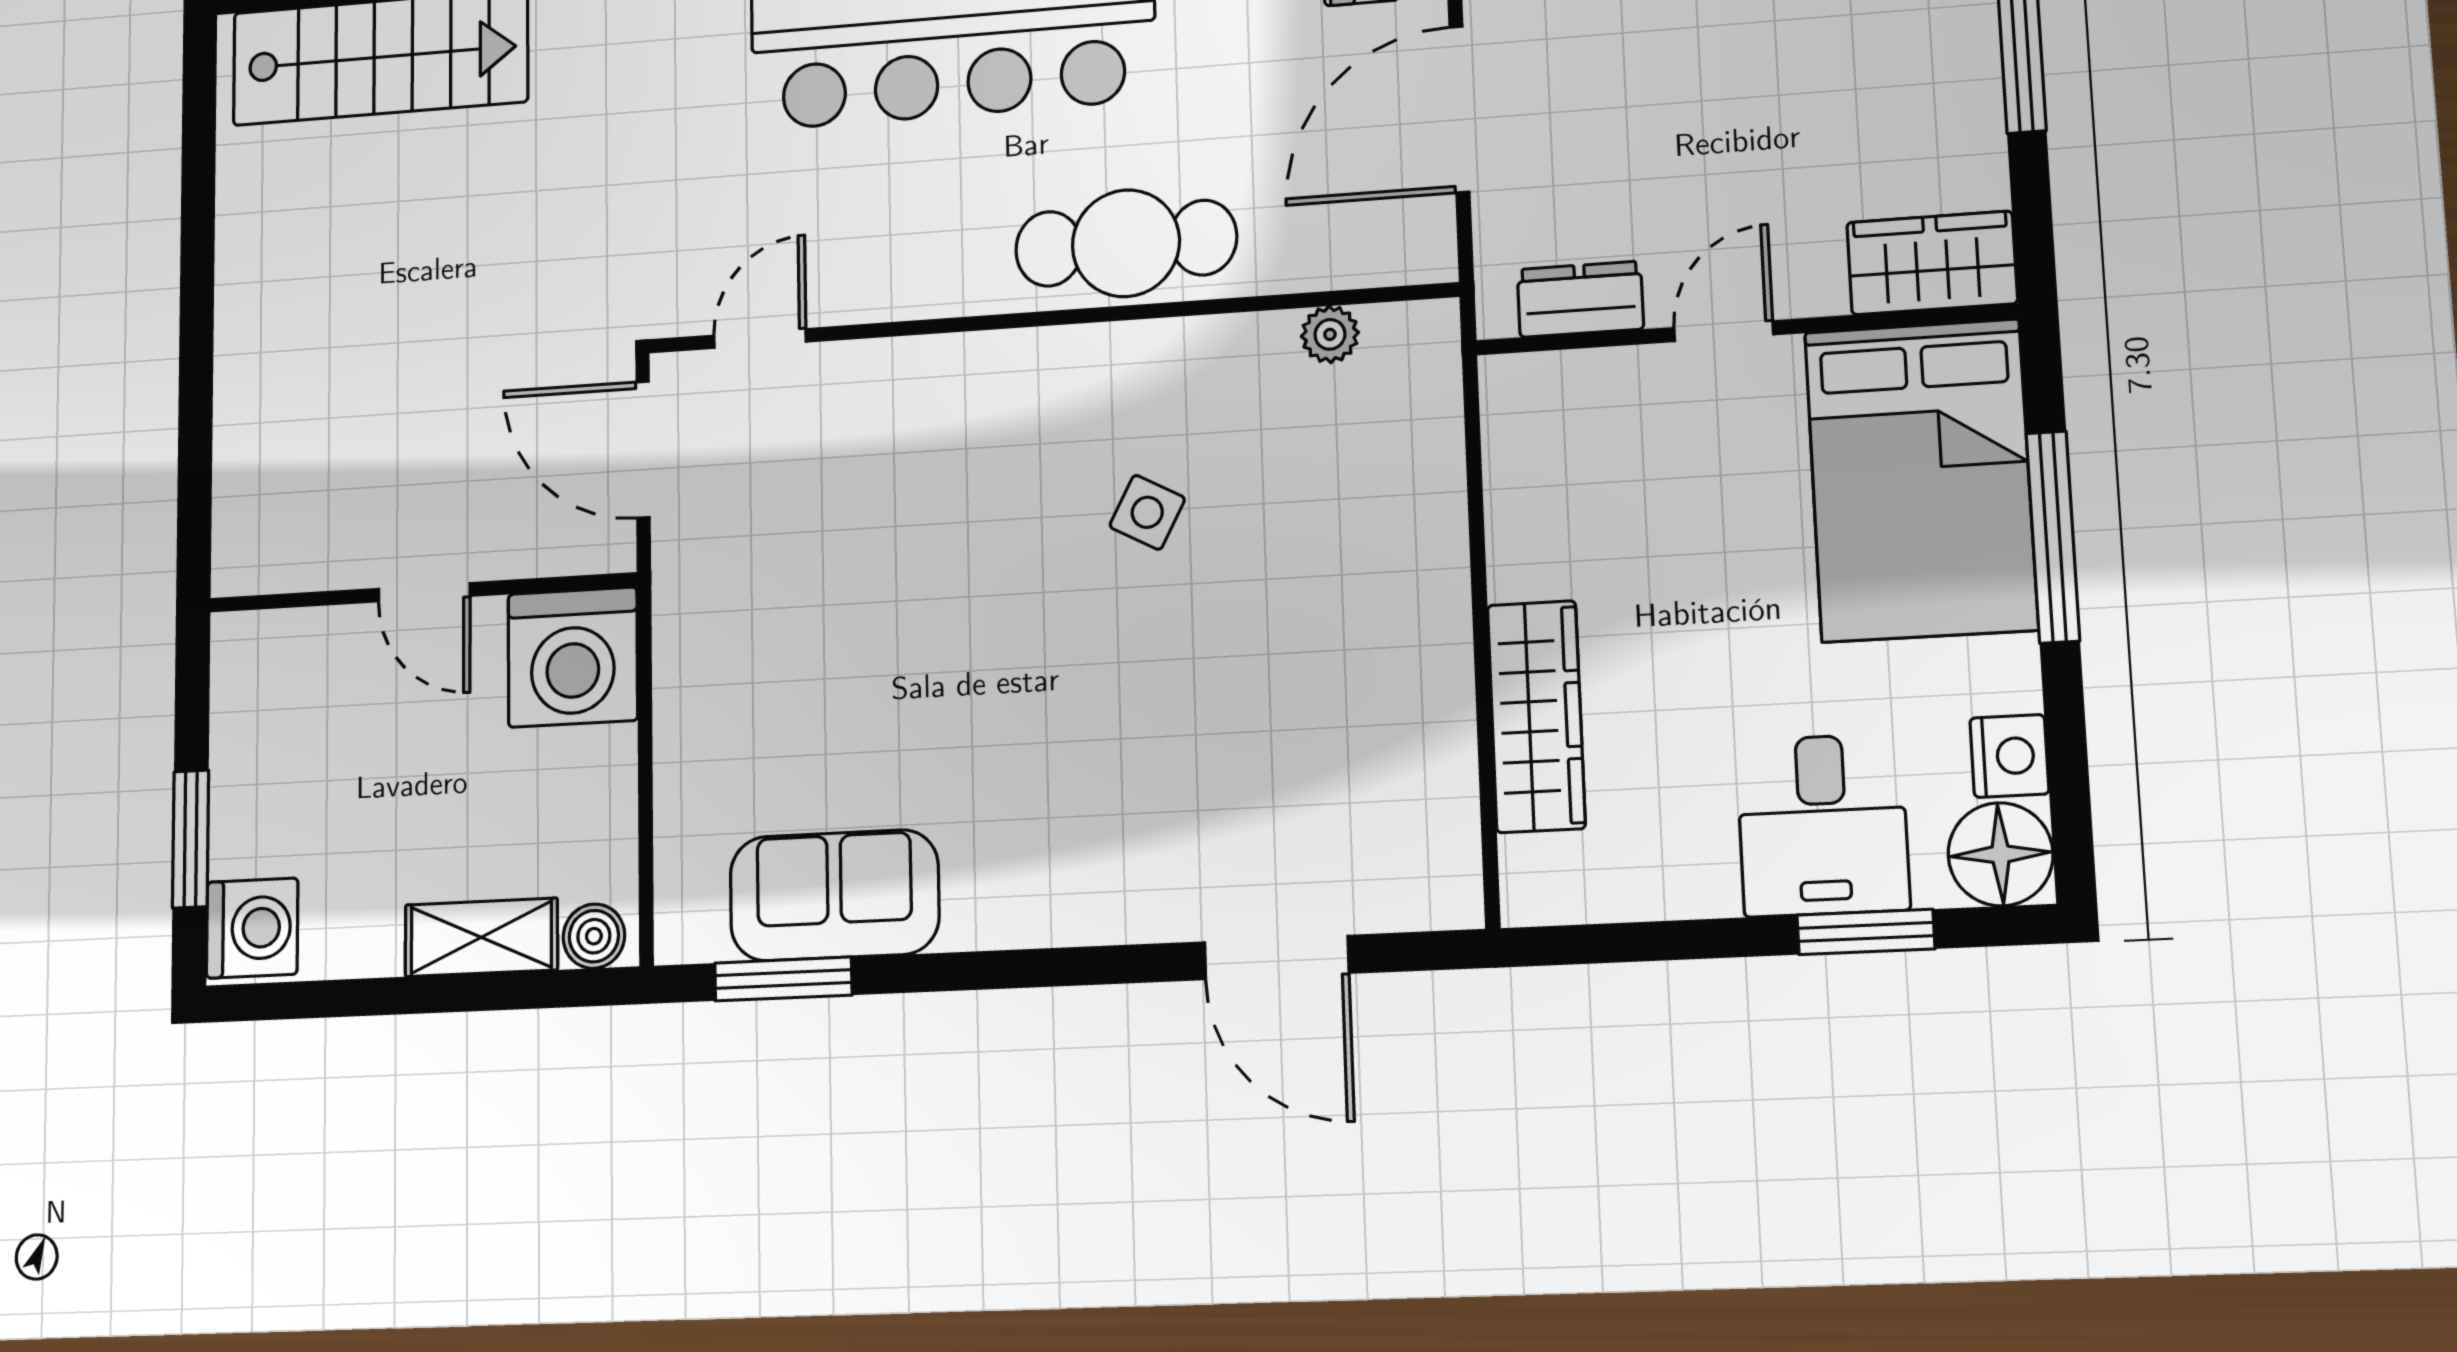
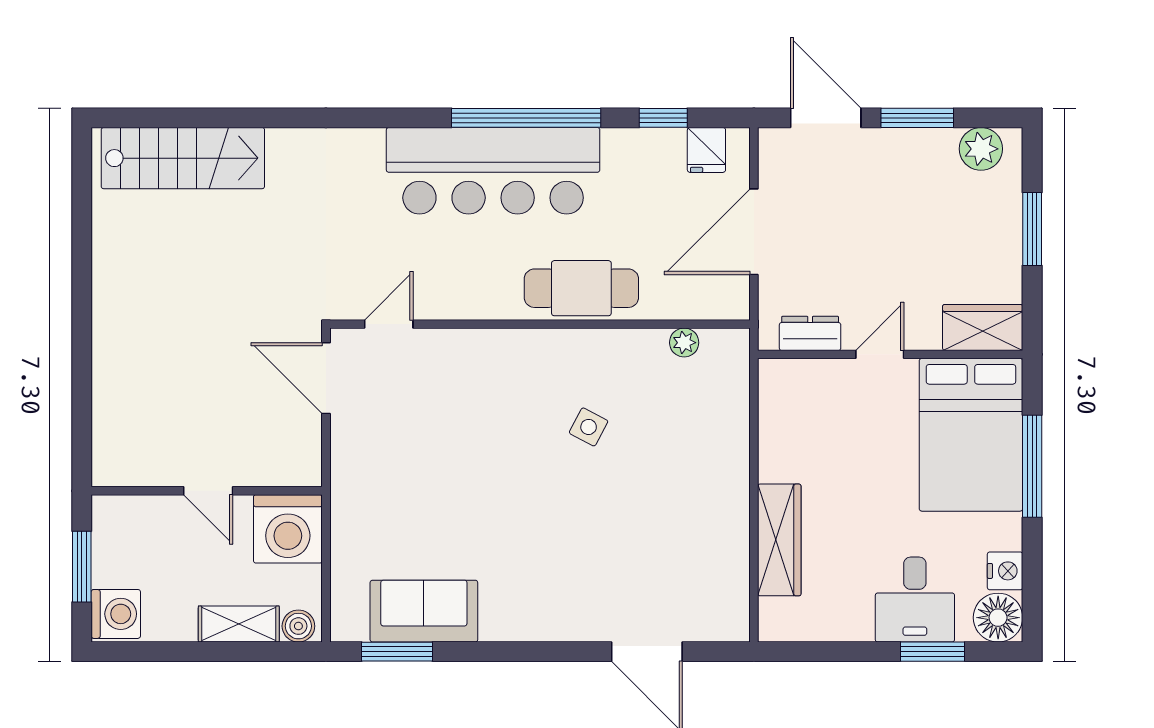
wall: (422, 592) -> (207, 491), moved
door: (424, 592) -> (208, 491), moved
washing machine: (573, 657) -> (288, 529), moved

